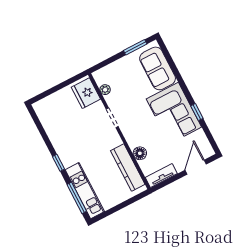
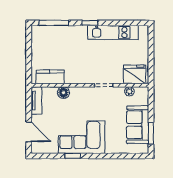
sofa: (158, 68) -> (138, 125), moved, turned -90
kitchen counter: (128, 168) -> (50, 77), width x0.67
kitchen unit: (85, 191) -> (113, 32), moved

